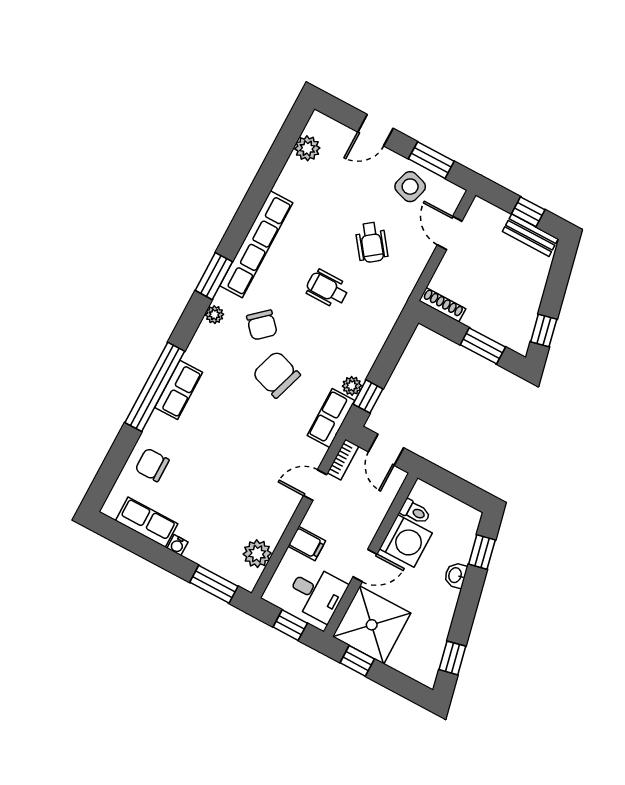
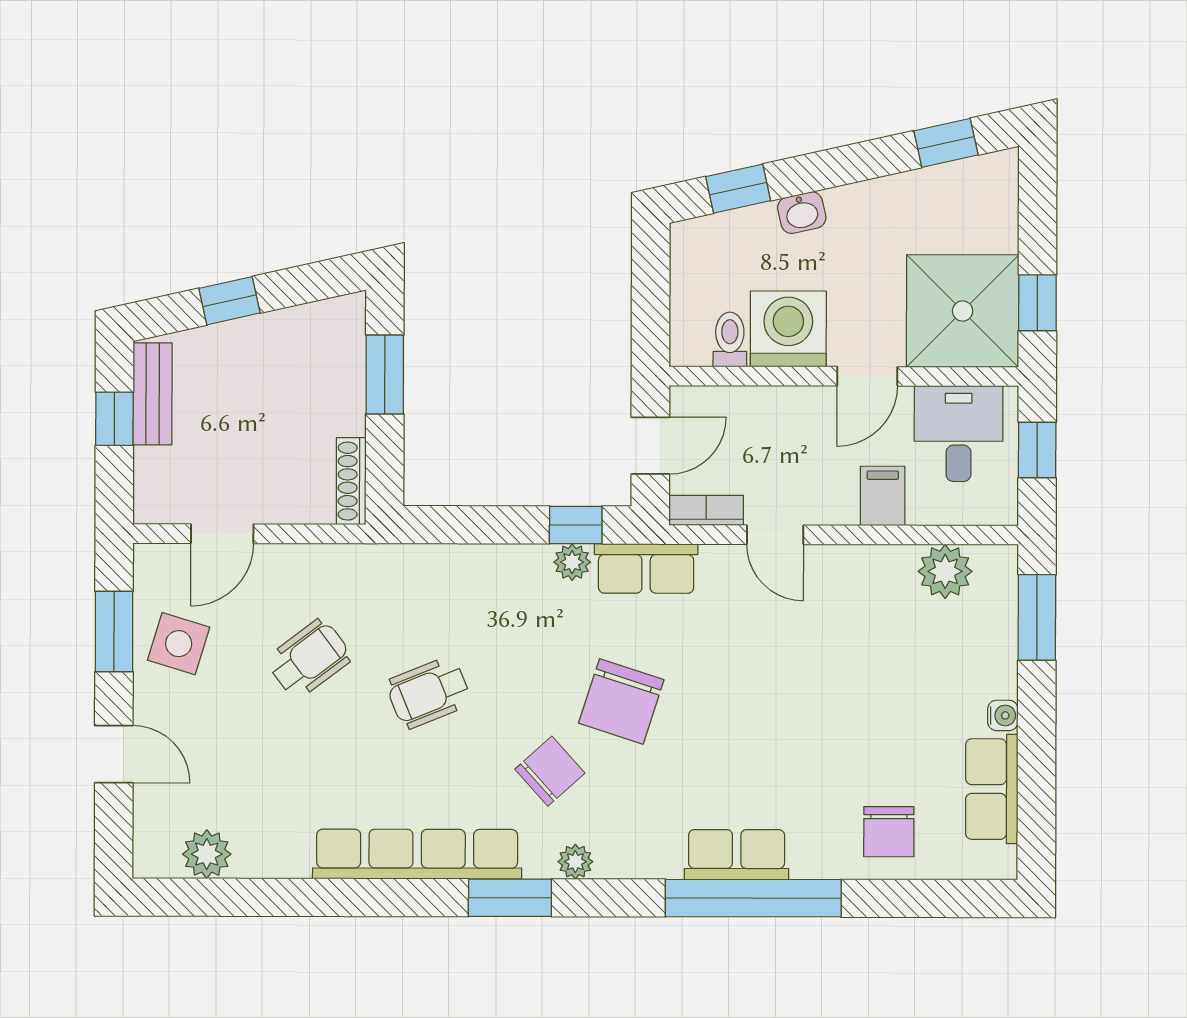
wheelchair: (327, 289) -> (429, 693), turned 68
window: (544, 331) -> (229, 301), moved
door: (365, 565) -> (867, 376), swing flipped

